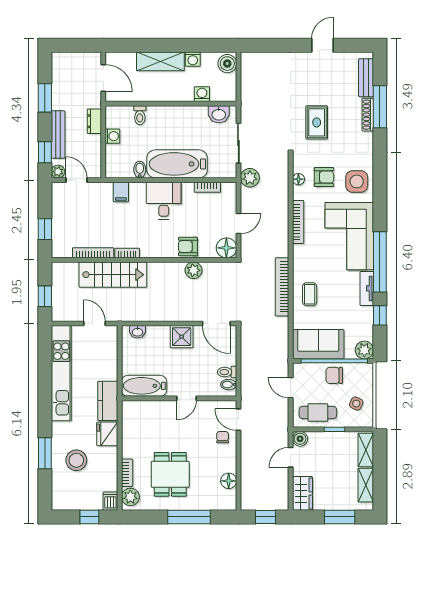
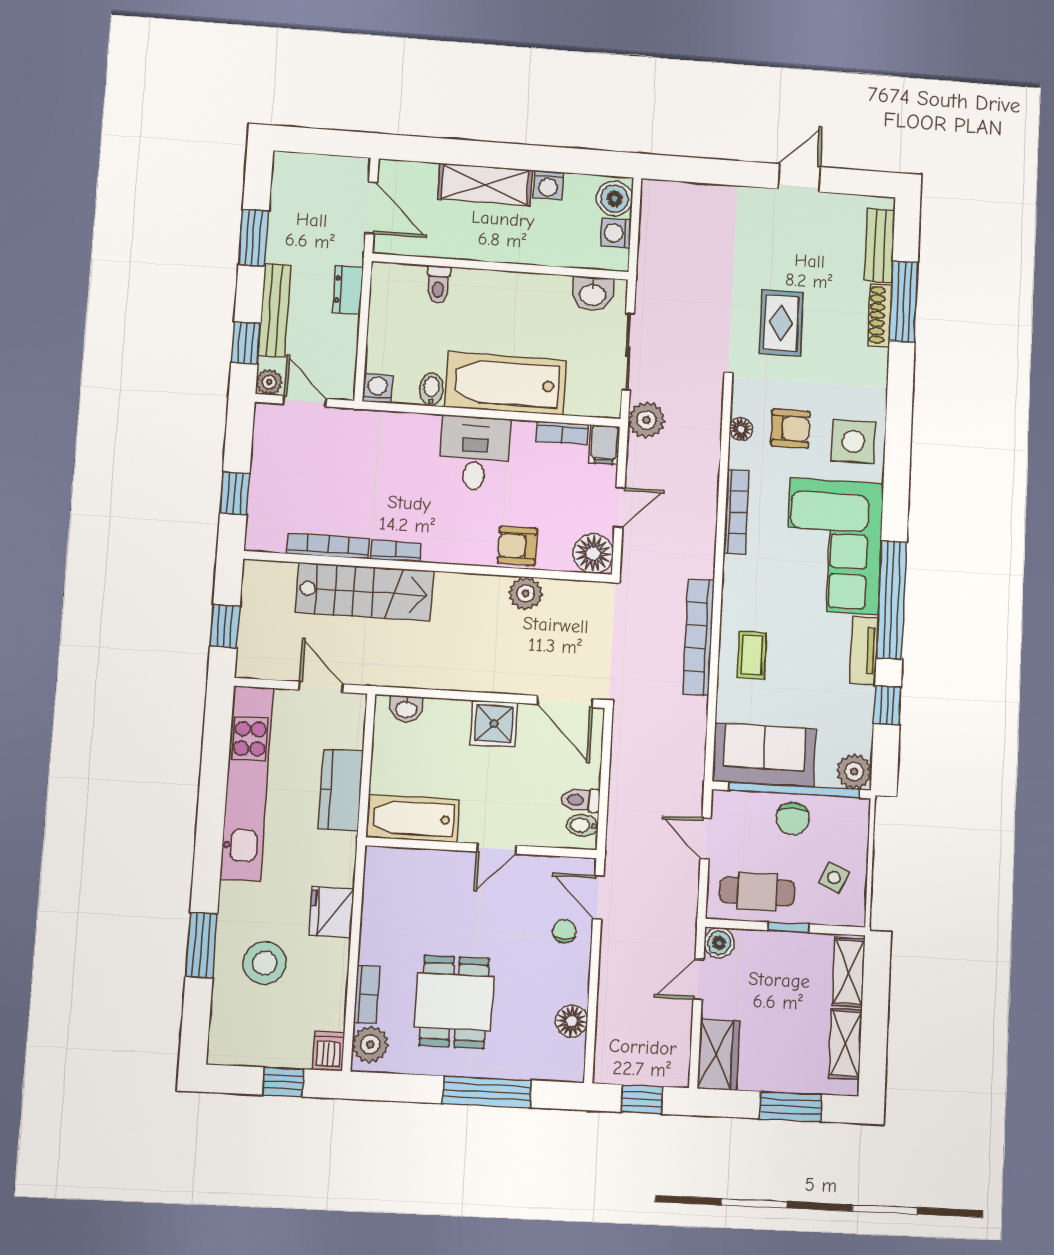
washing machine: (202, 94) -> (616, 233), moved, turned -90
washing machine: (112, 136) -> (377, 388), moved, turned -90
filing cabinet: (121, 192) -> (604, 445), moved
chair: (334, 375) -> (793, 819), turned -90
kitchen counter: (108, 401) -> (341, 790), moved

